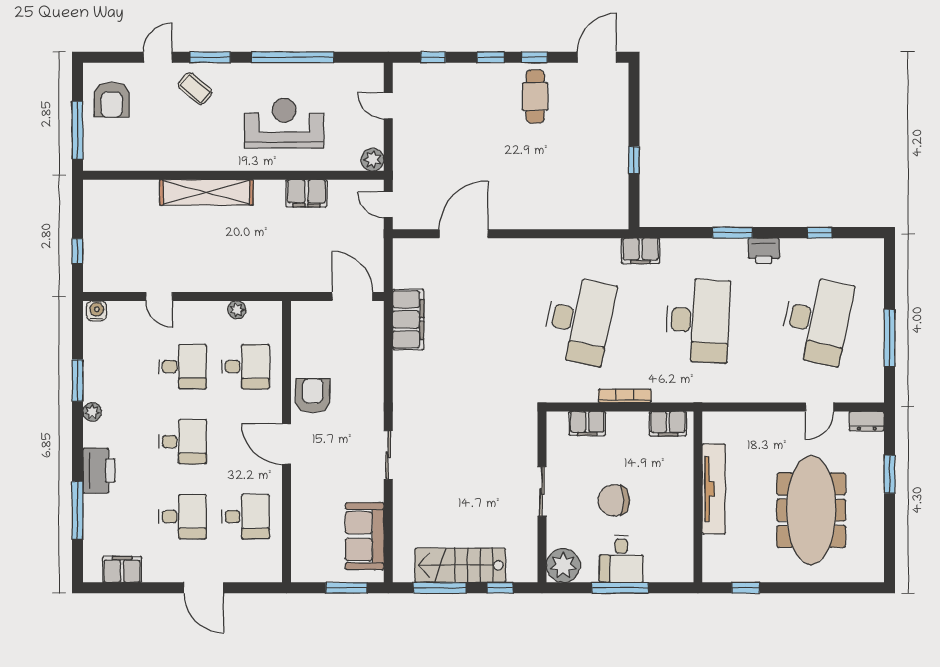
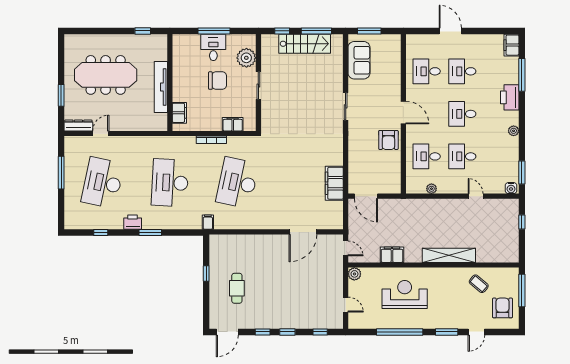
coffee table: (195, 89) -> (479, 284), moved
cafe table: (535, 96) -> (237, 288), moved
reception desk: (284, 123) -> (405, 295), turned 180
filing cabinet: (641, 251) -> (208, 222), width x0.50
window: (78, 380) -> (522, 172), moved
dresser: (867, 421) -> (78, 126), width x1.44
filing cabinet: (668, 424) -> (179, 113), moved, turned 90
meeting table: (811, 510) -> (106, 75), turned 90
plant: (563, 565) -> (246, 58), moved
filing cabinet: (122, 569) -> (511, 45), moved, turned 90

